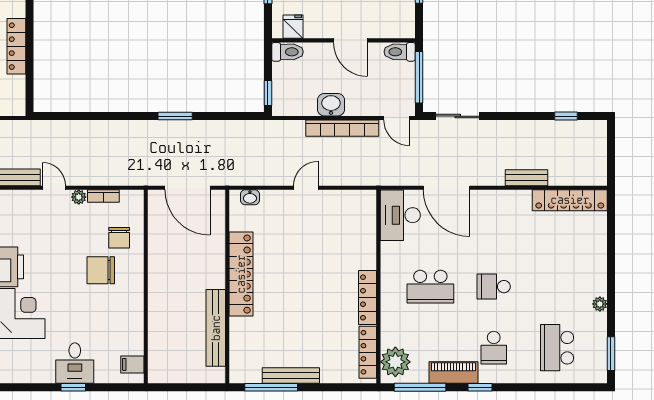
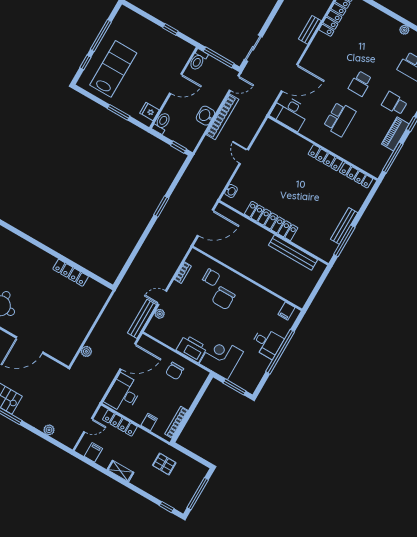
plant: (79, 197) -> (160, 314), moved
school desk: (494, 348) -> (394, 103), turned 180
plant: (395, 362) -> (370, 163), removed
window: (73, 387) -> (280, 352), width x3.17

